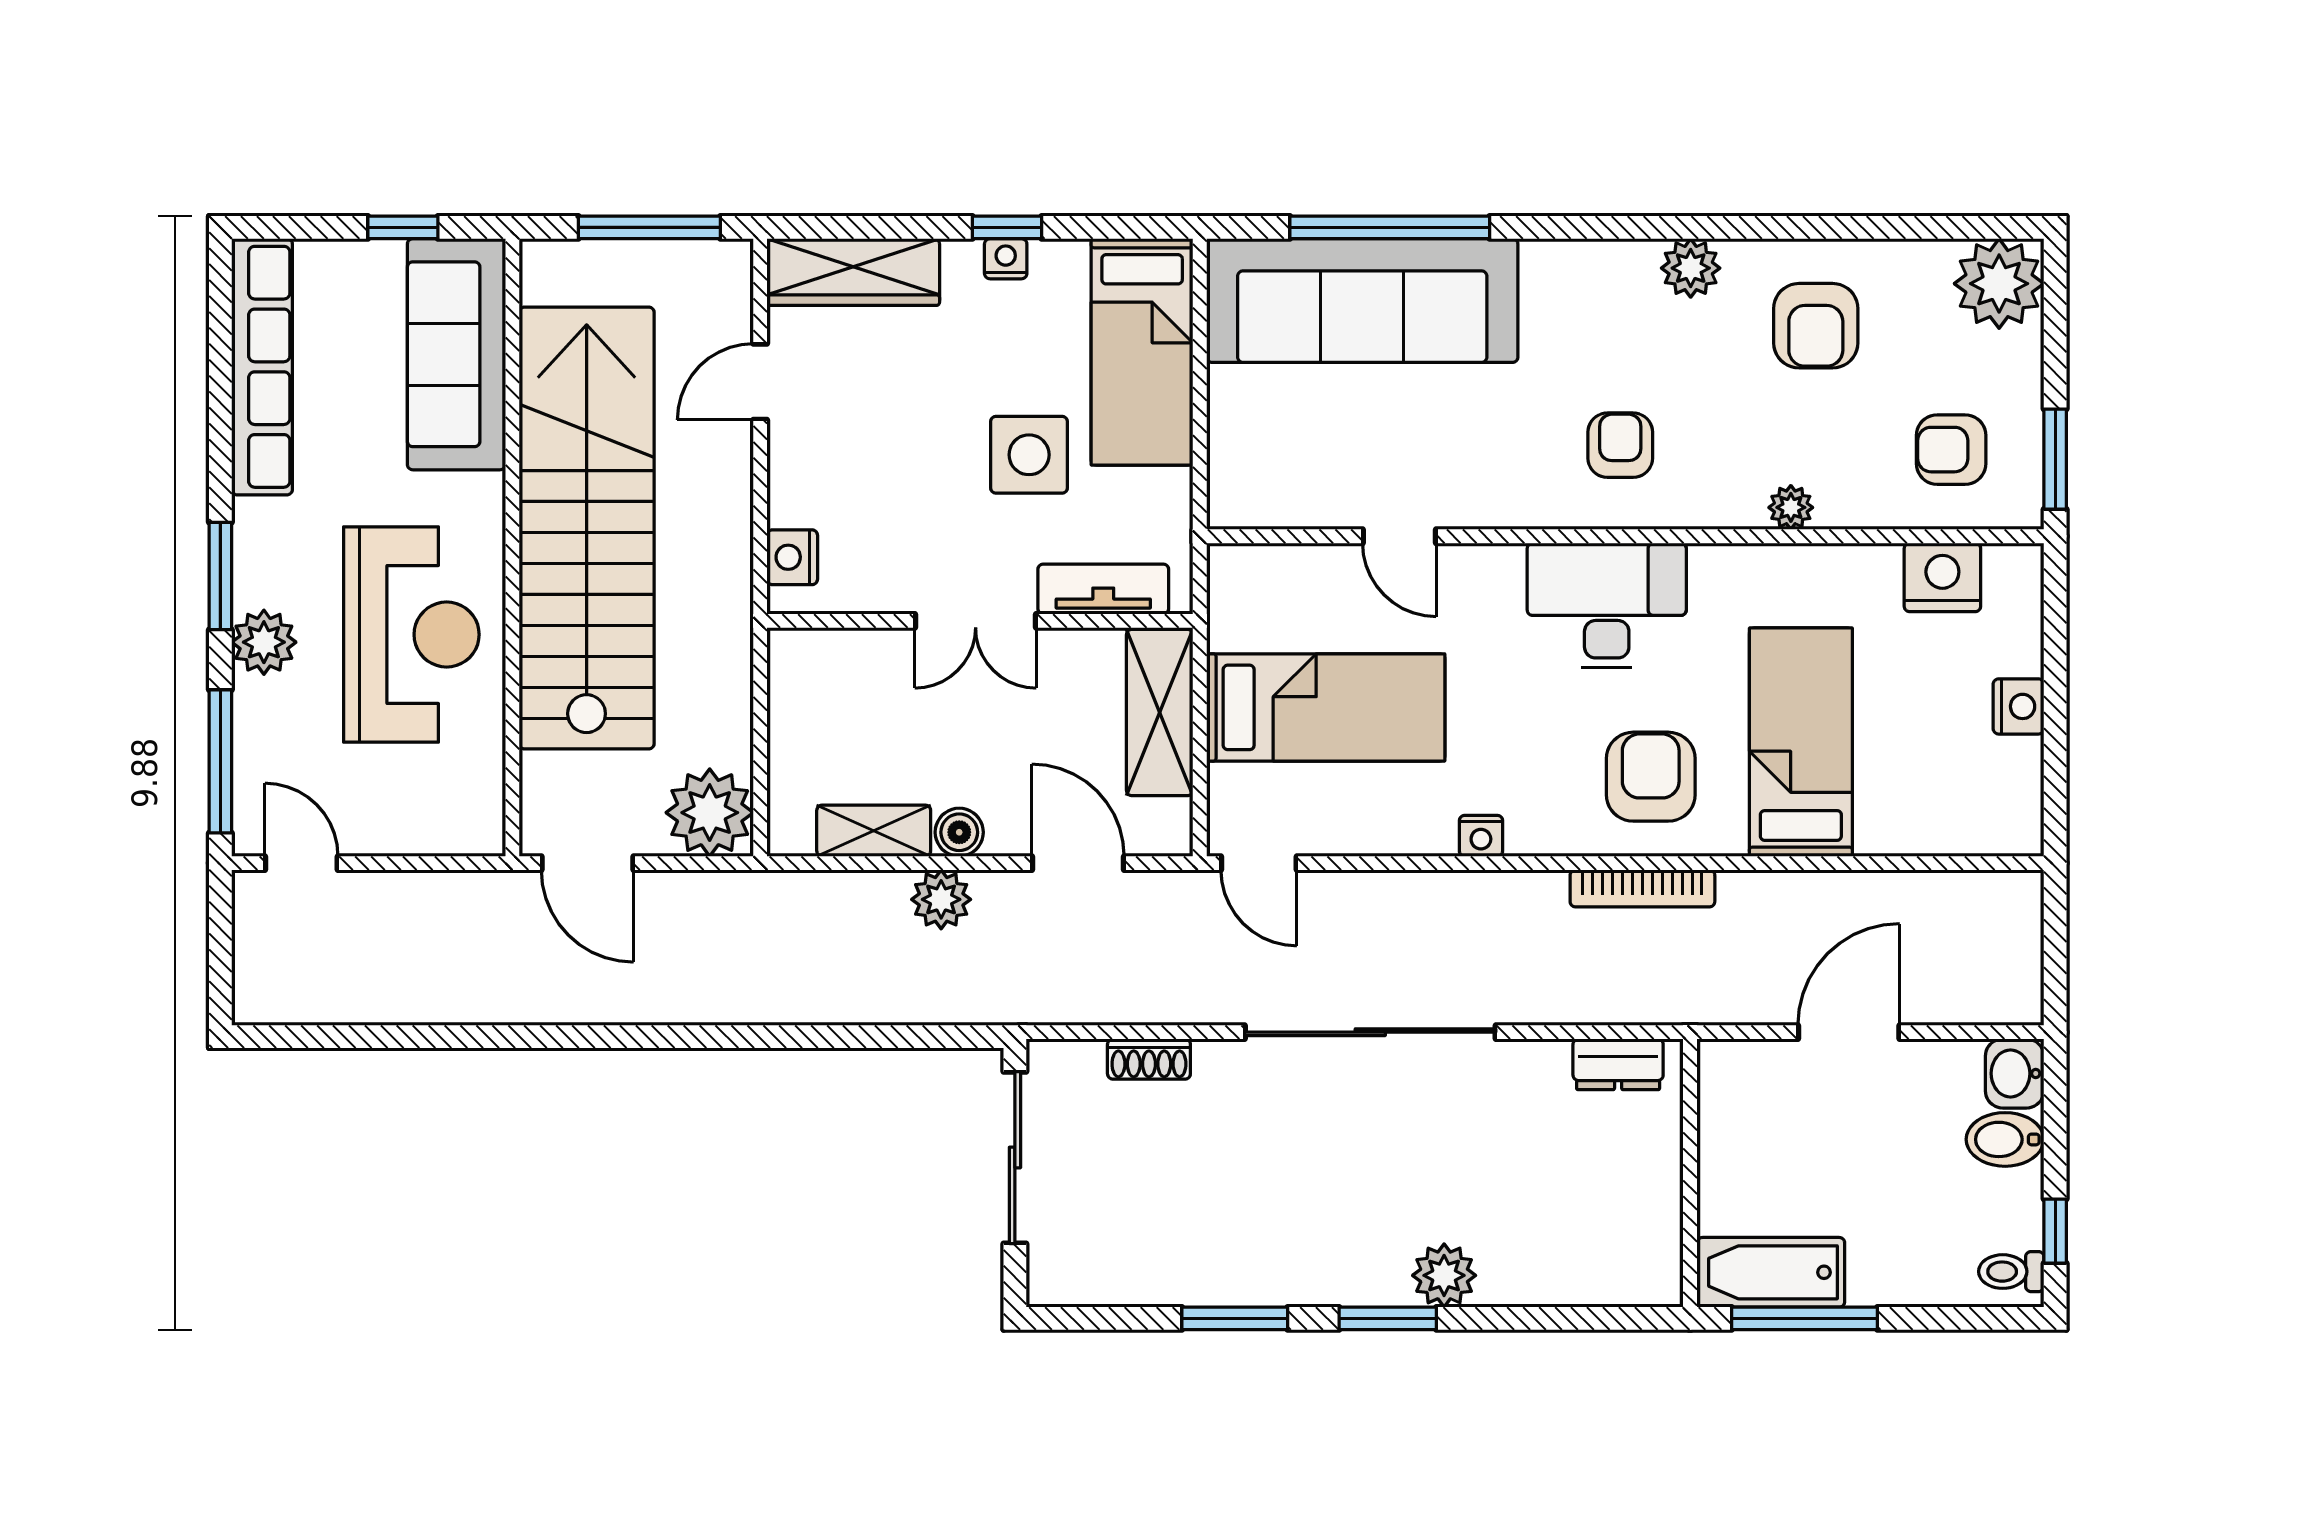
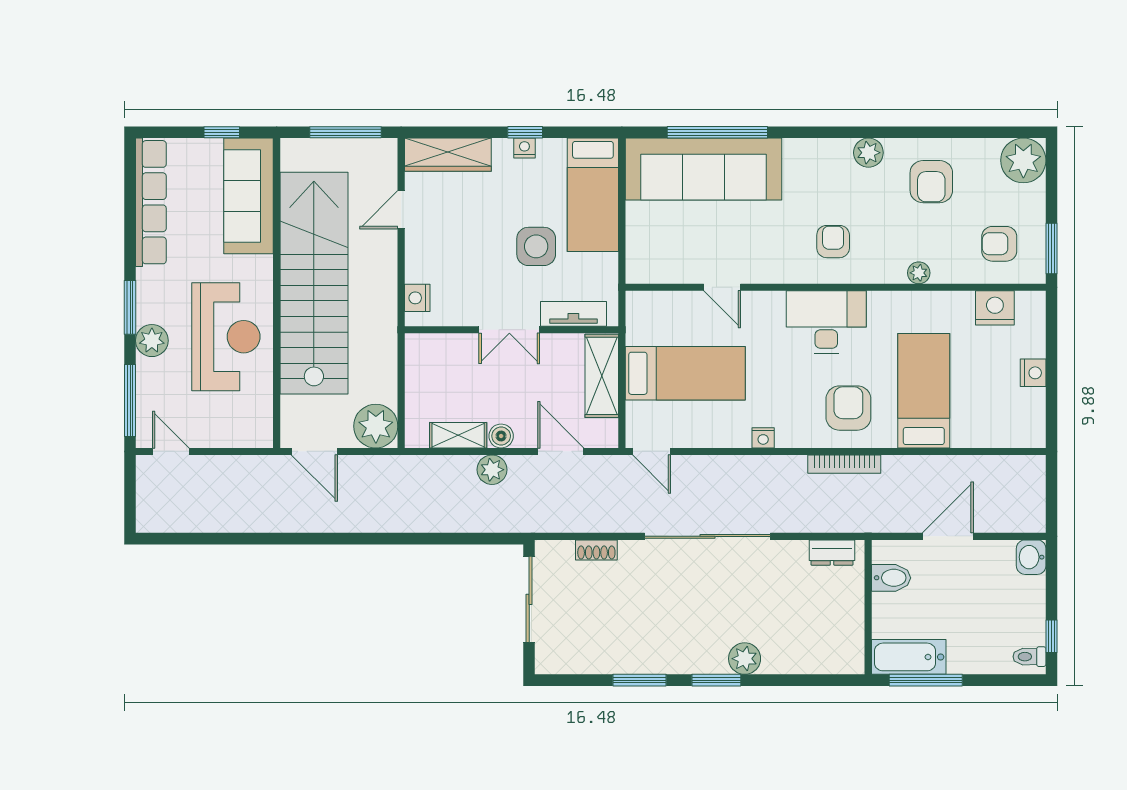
bidet: (2005, 1139) -> (891, 578), moved, turned 180

